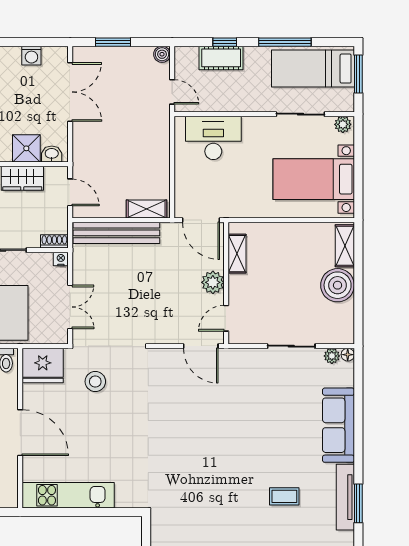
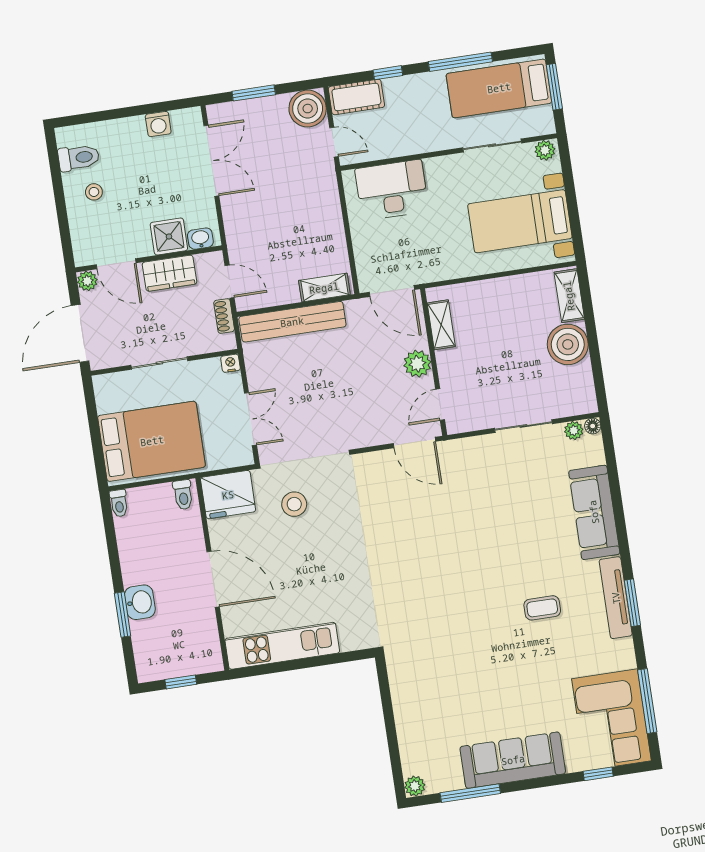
boiler: (162, 54) -> (308, 109), width x1.86, depth x1.86
cot: (221, 58) -> (356, 97), moved
shoe rack: (54, 241) -> (224, 316), moved, turned -90

